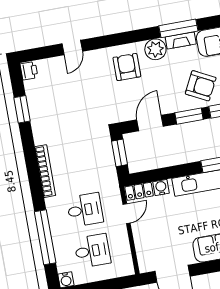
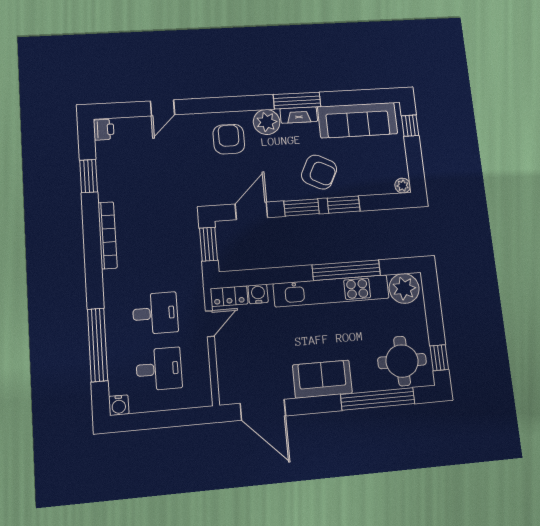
bookcase: (45, 171) -> (107, 235), moved

